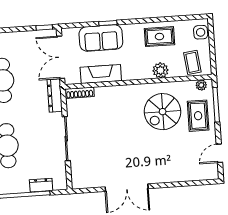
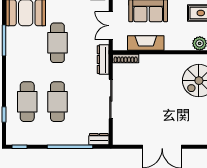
double door: (61, 57) -> (111, 26), width x0.73
dresser: (41, 185) -> (99, 139), moved

